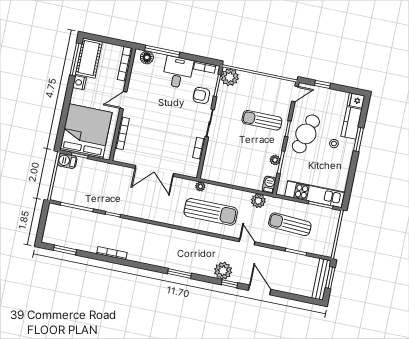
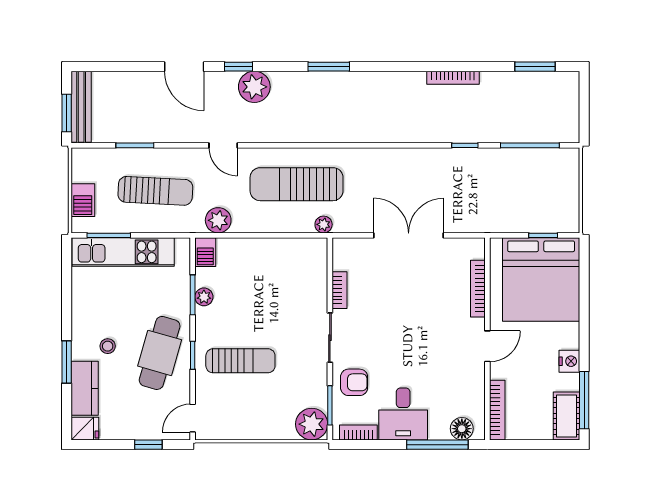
cot: (89, 58) -> (567, 416), width x0.73, depth x0.75
barbecue: (67, 161) -> (83, 200), moved, turned 90

